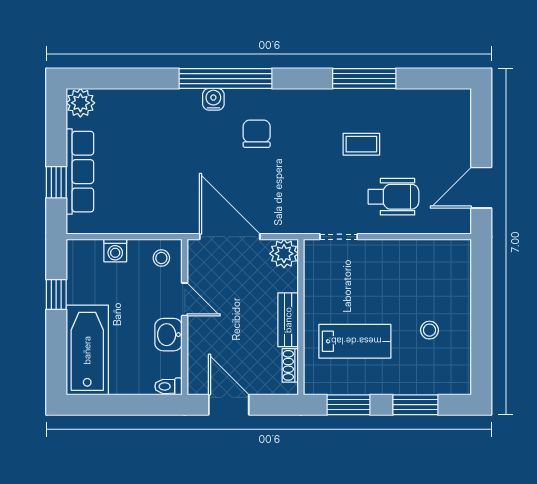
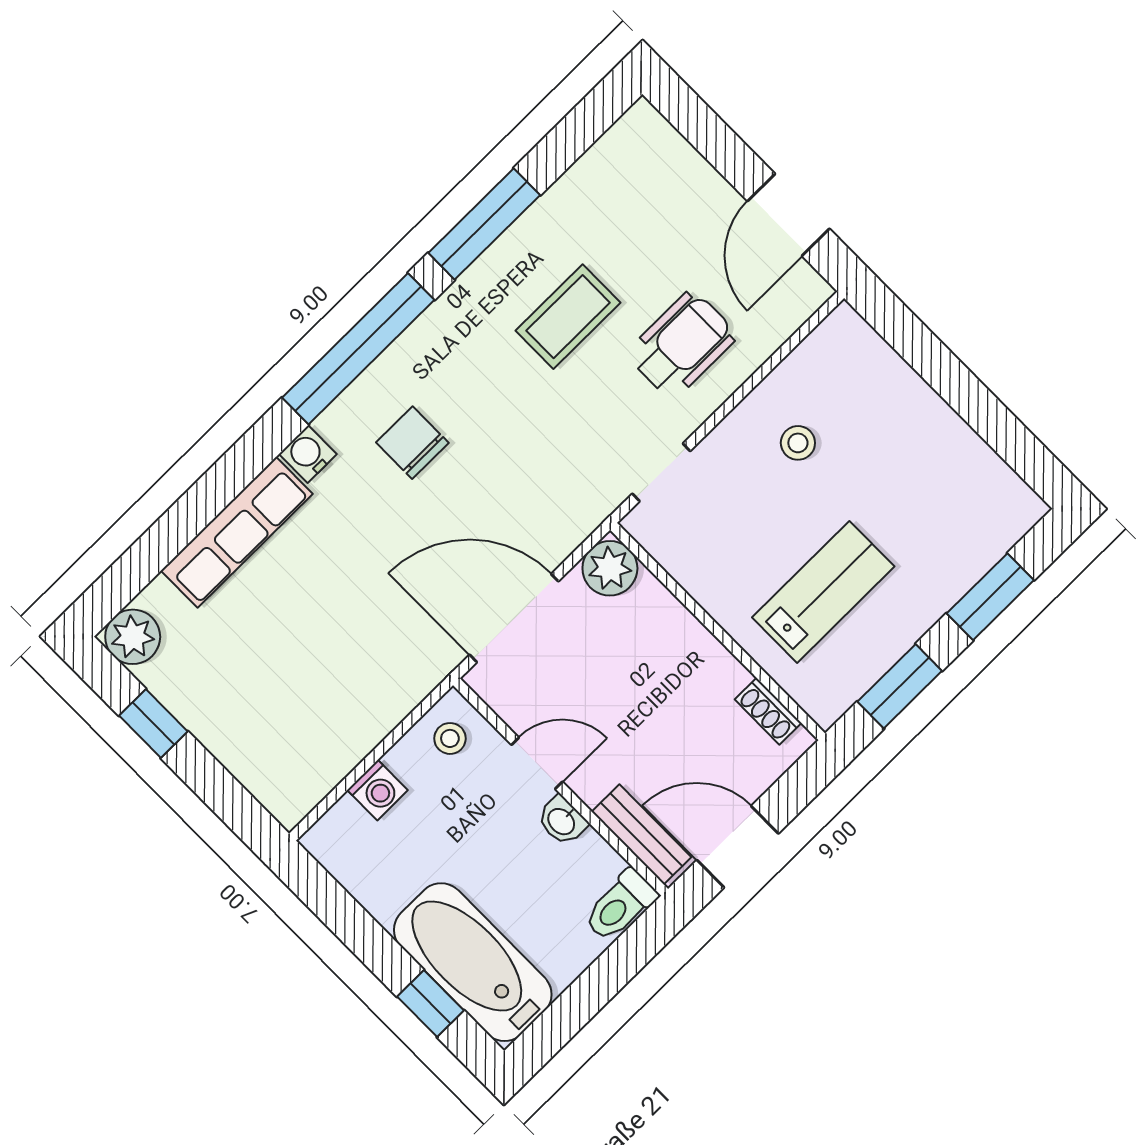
window: (225, 79) -> (358, 349), moved
coffee table: (361, 144) -> (568, 317), width x1.36, depth x1.30
row of seats: (80, 172) -> (237, 532), moved, turned 90
window: (56, 182) -> (153, 723), moved
window: (56, 294) -> (431, 1003), moved
bench: (288, 320) -> (641, 834), moved
stool: (429, 330) -> (798, 443), moved
washbasin: (169, 335) -> (562, 821), width x0.72, depth x0.69
toilet: (168, 386) -> (620, 906), width x1.37, depth x1.39

